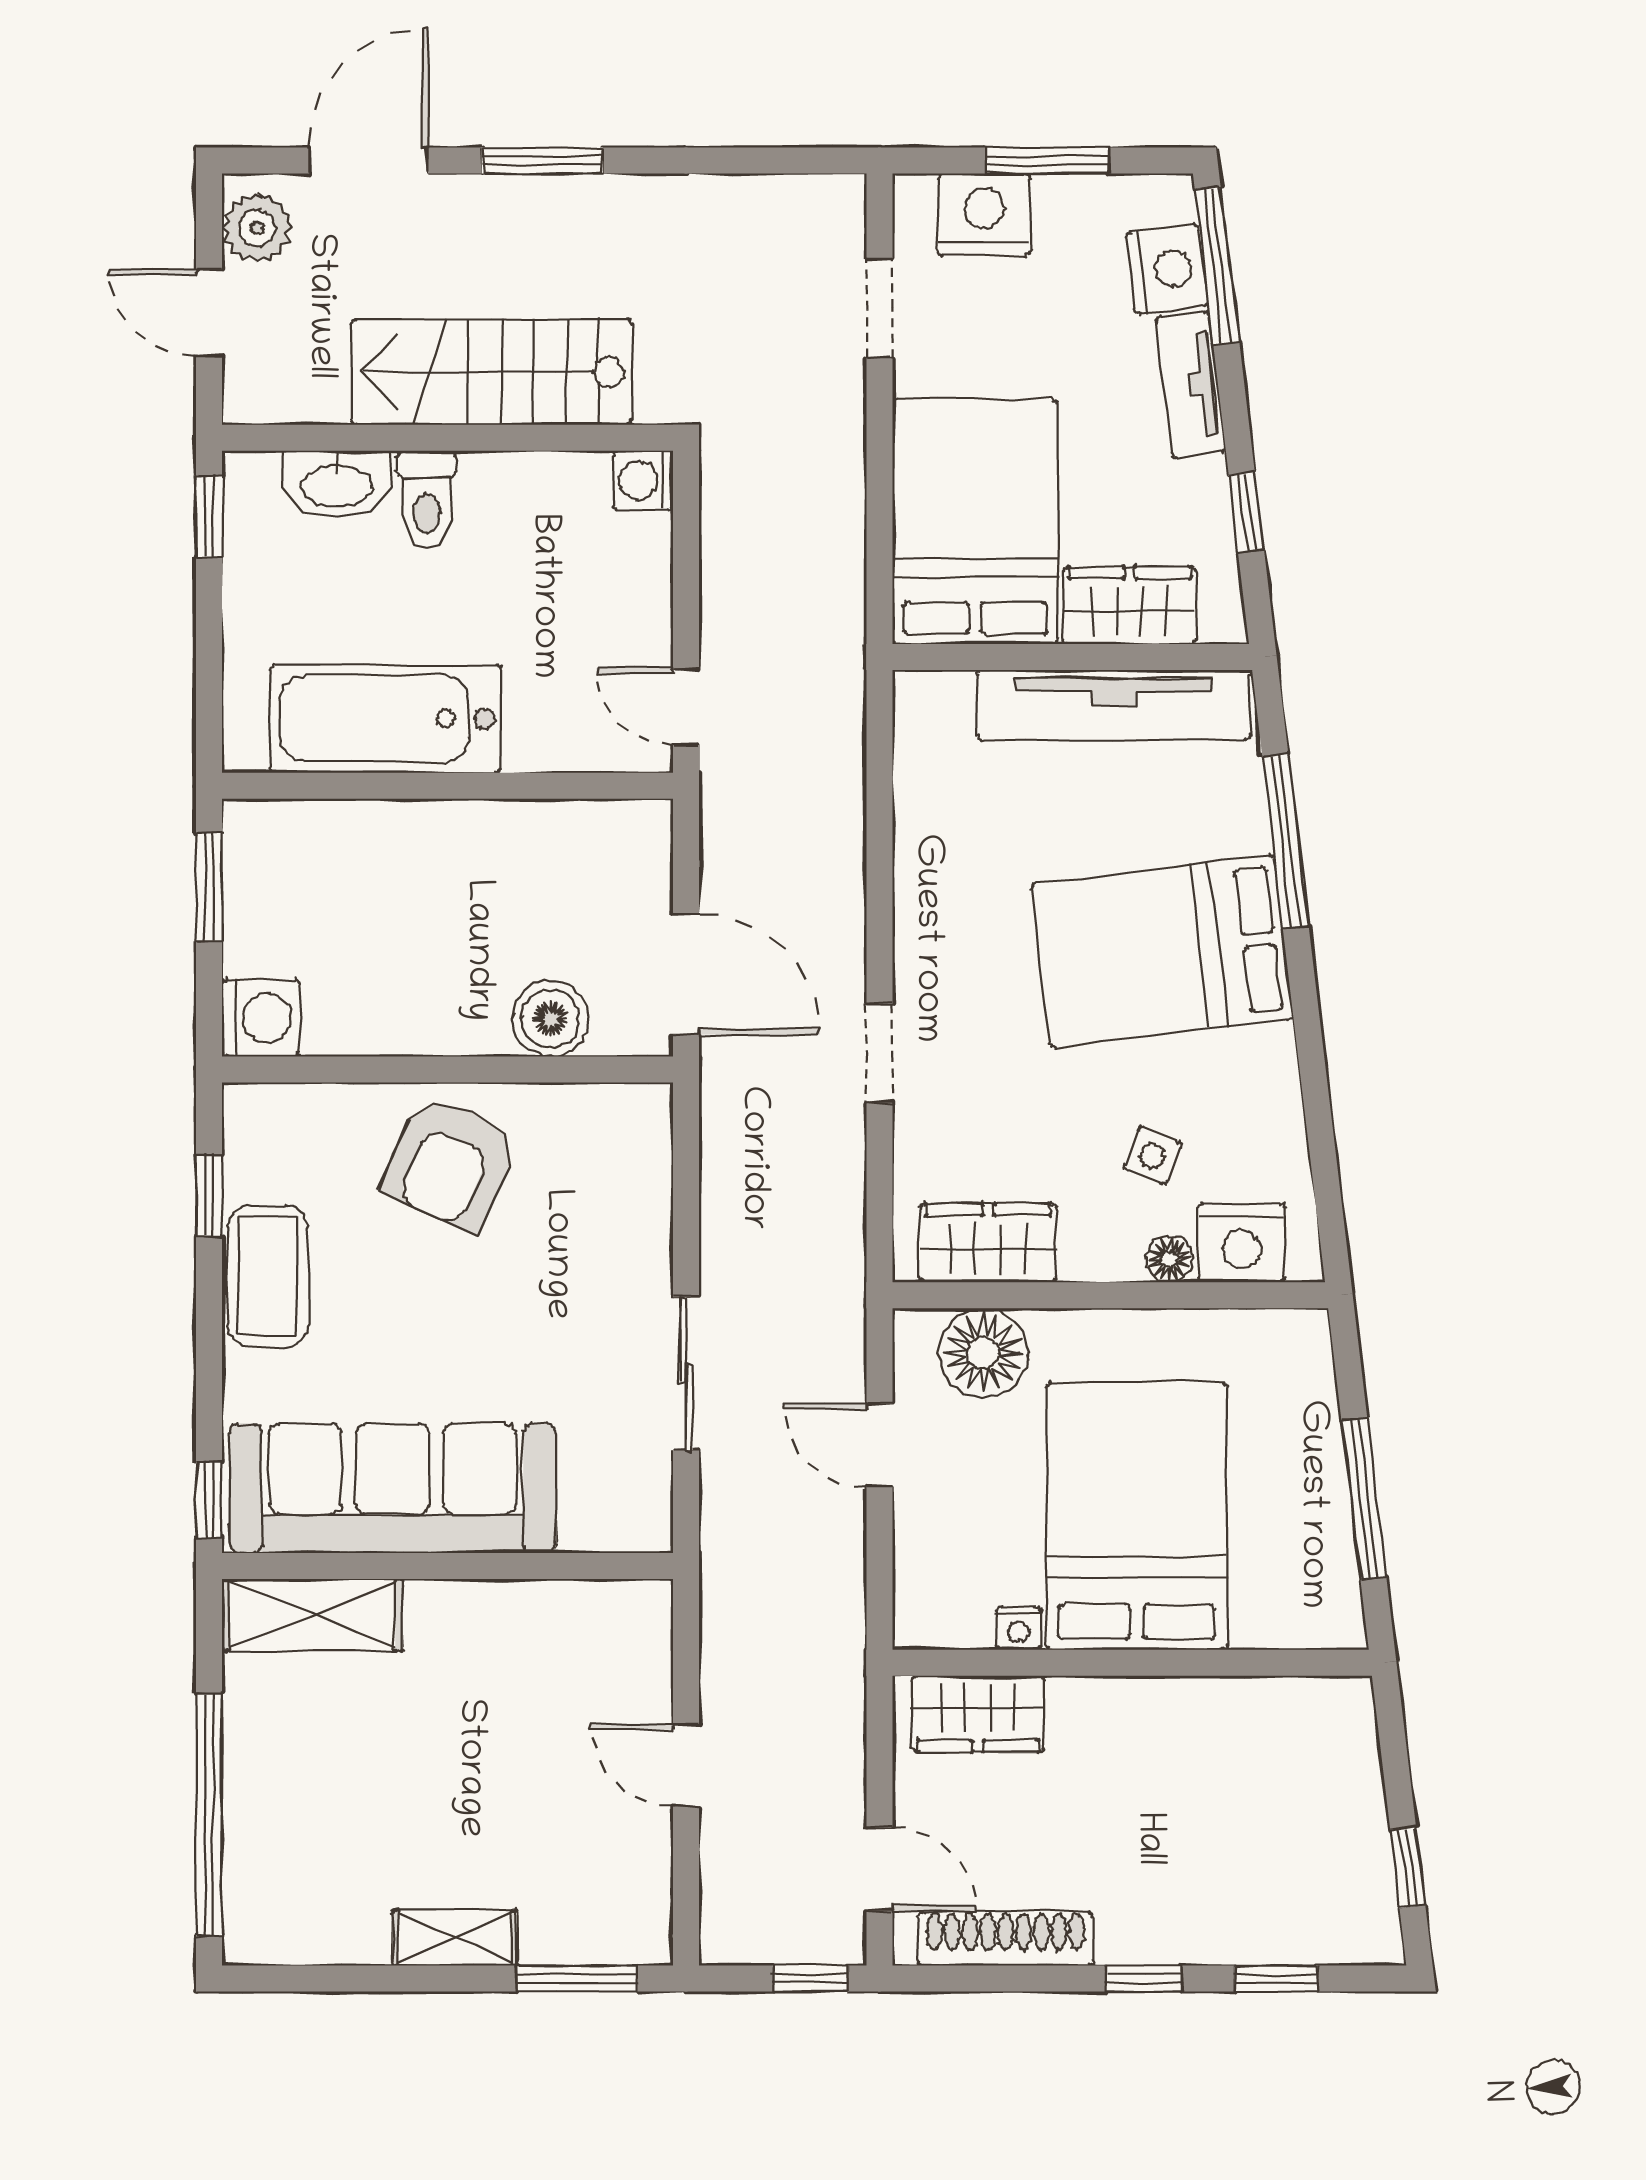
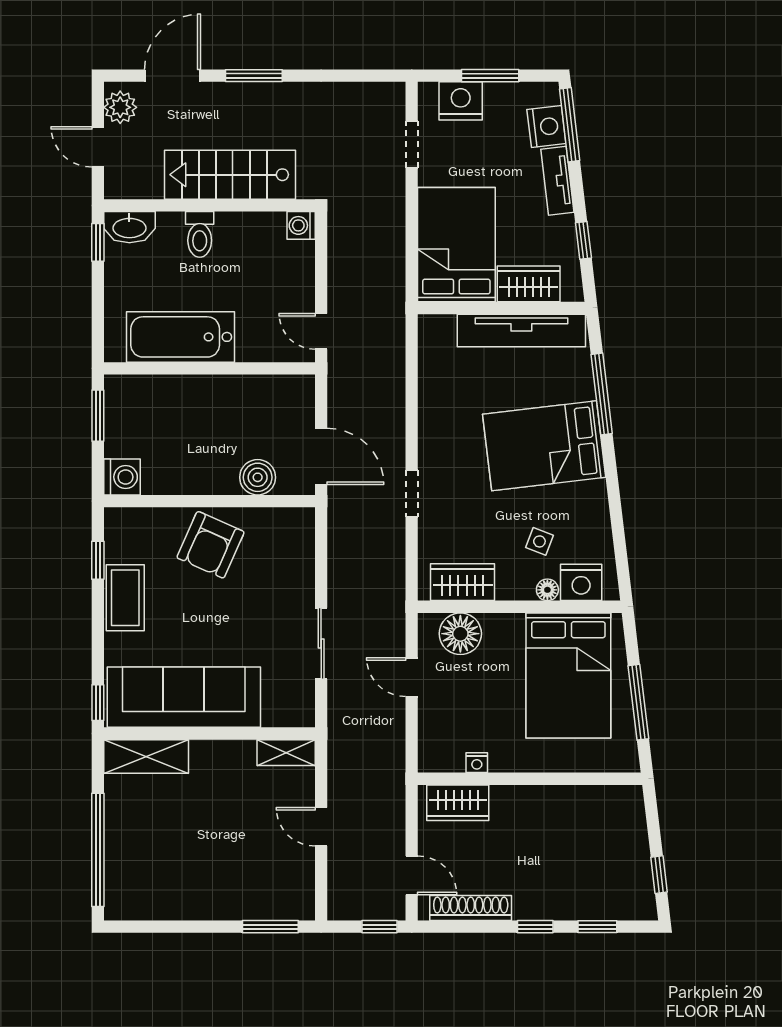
washbasin: (337, 484) -> (129, 227), moved
bed: (1137, 1516) -> (568, 675), moved, turned 180
shelving: (455, 1938) -> (286, 753), moved

